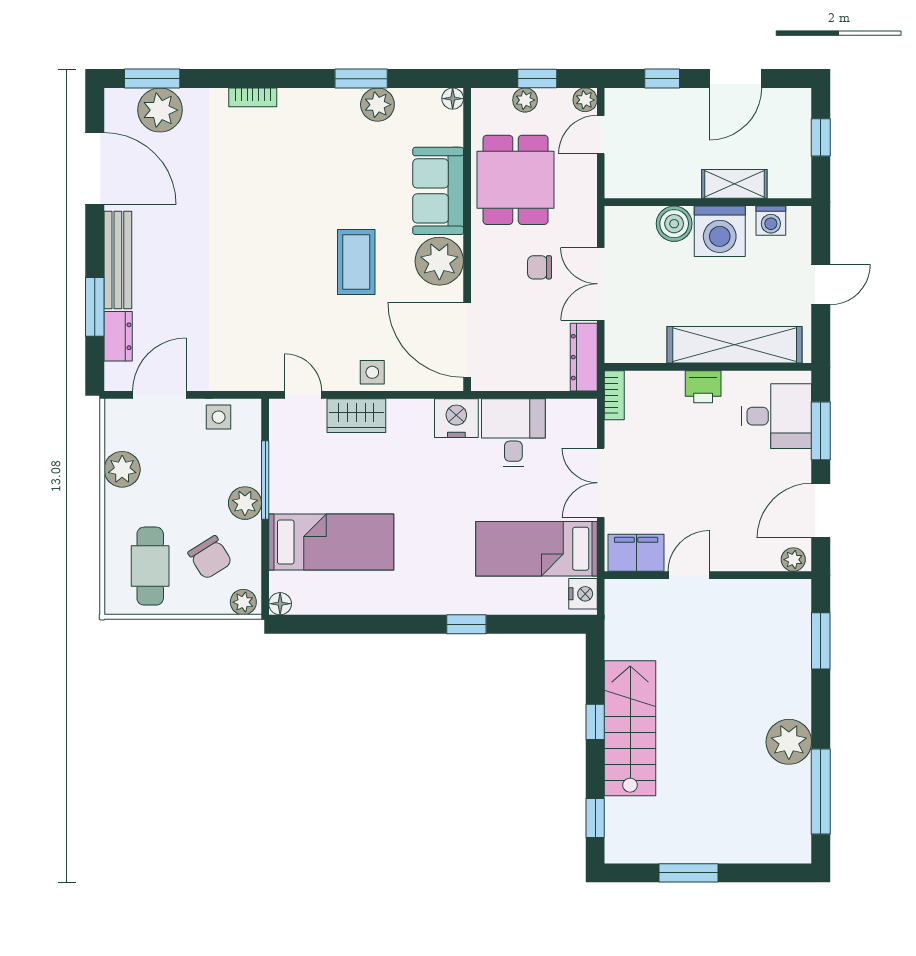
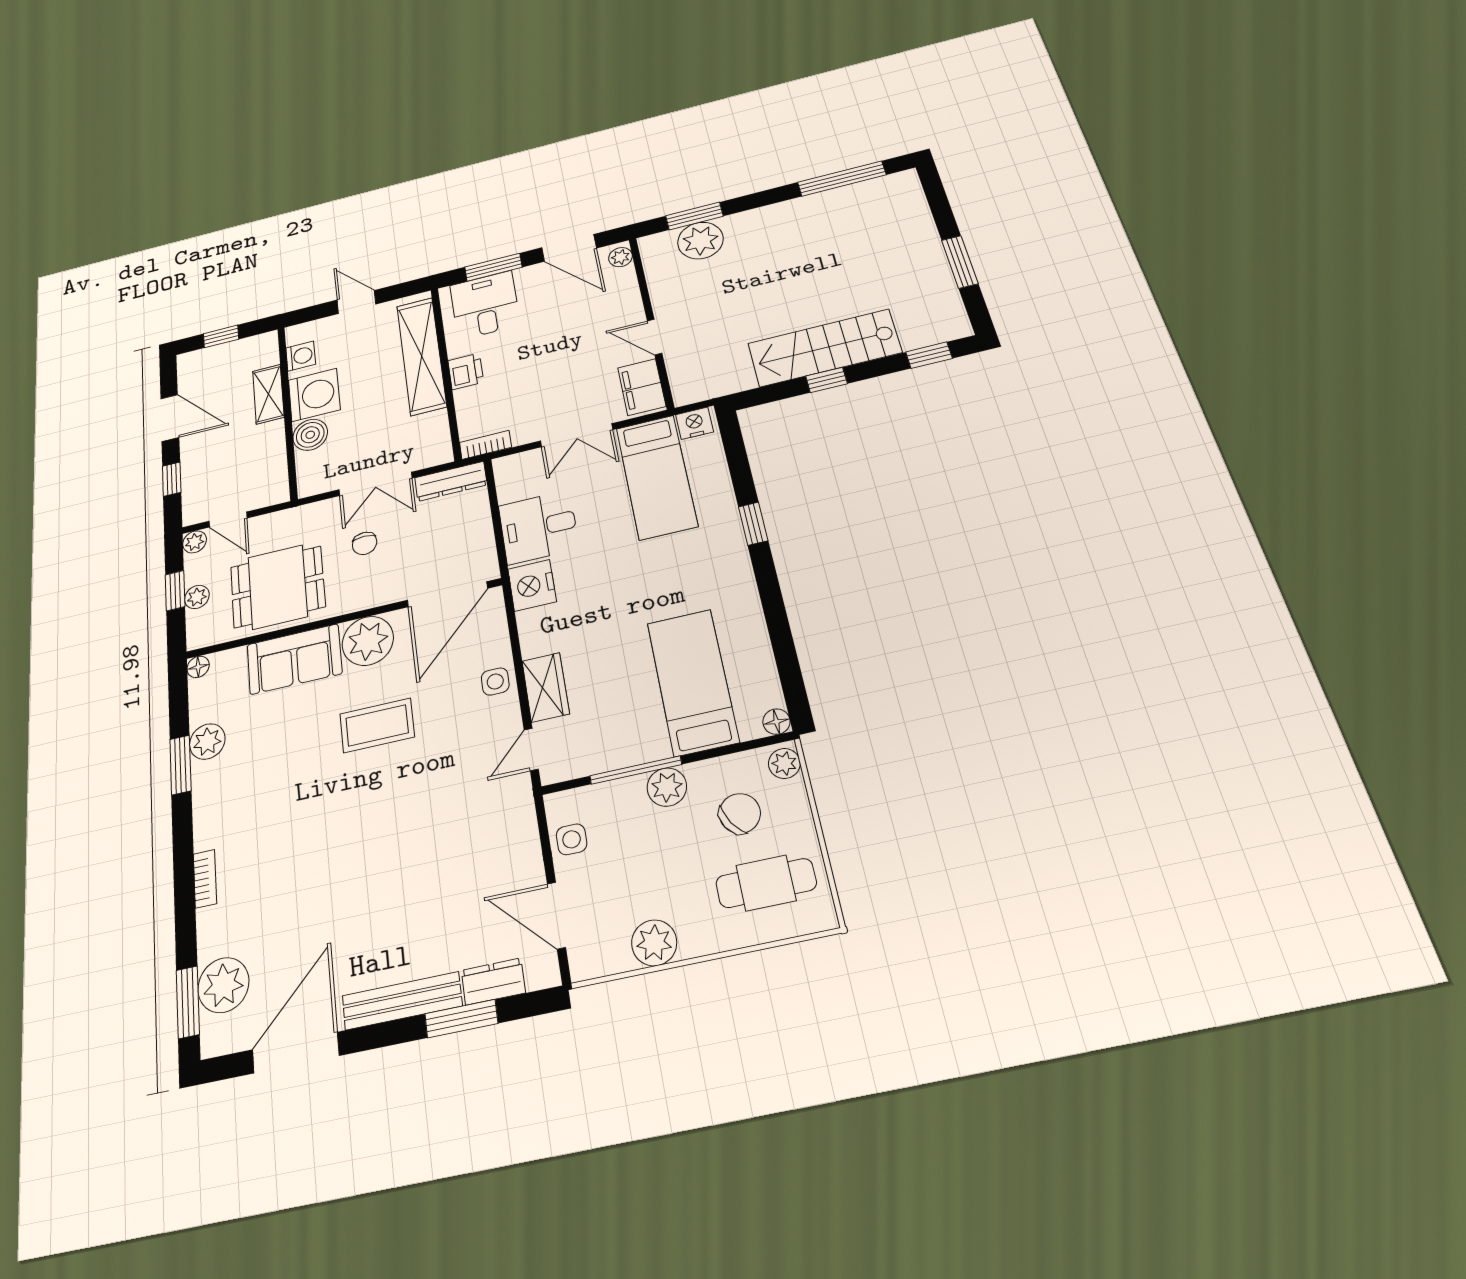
plant: (789, 742) -> (700, 241), moved

